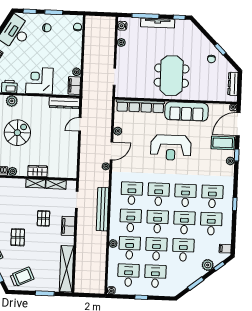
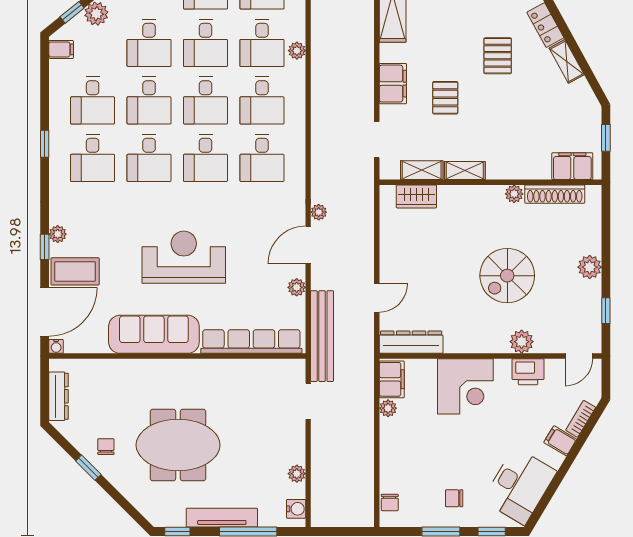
meeting table: (172, 76) -> (178, 445), moved, turned 90
wardrobe: (38, 171) -> (416, 196), moved
bench: (102, 209) -> (322, 336), moved

